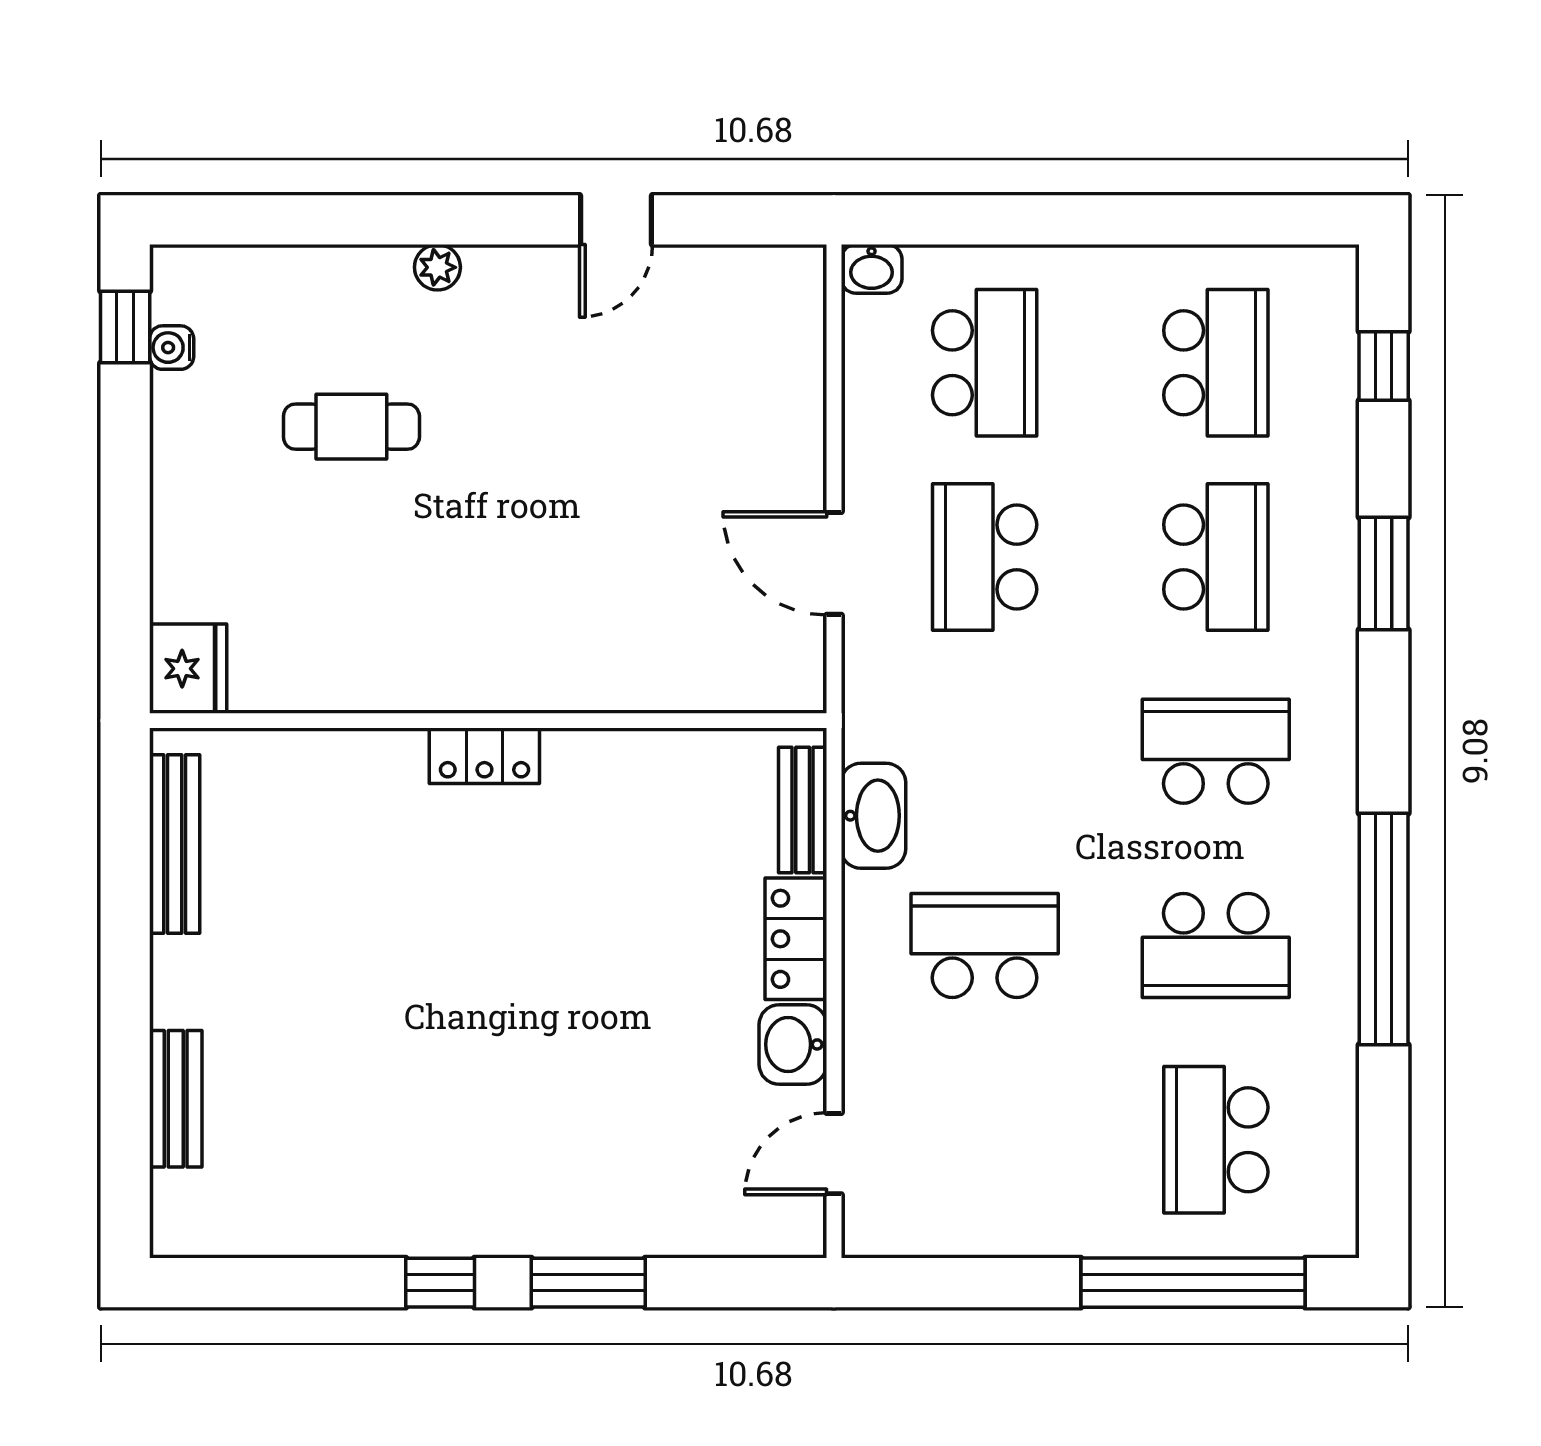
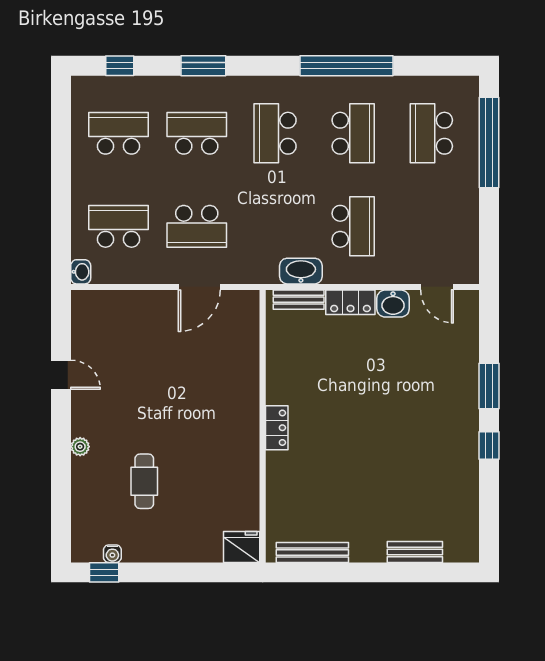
school desk: (985, 946) -> (353, 226), turned 180
school desk: (1216, 1140) -> (431, 133), turned 90

